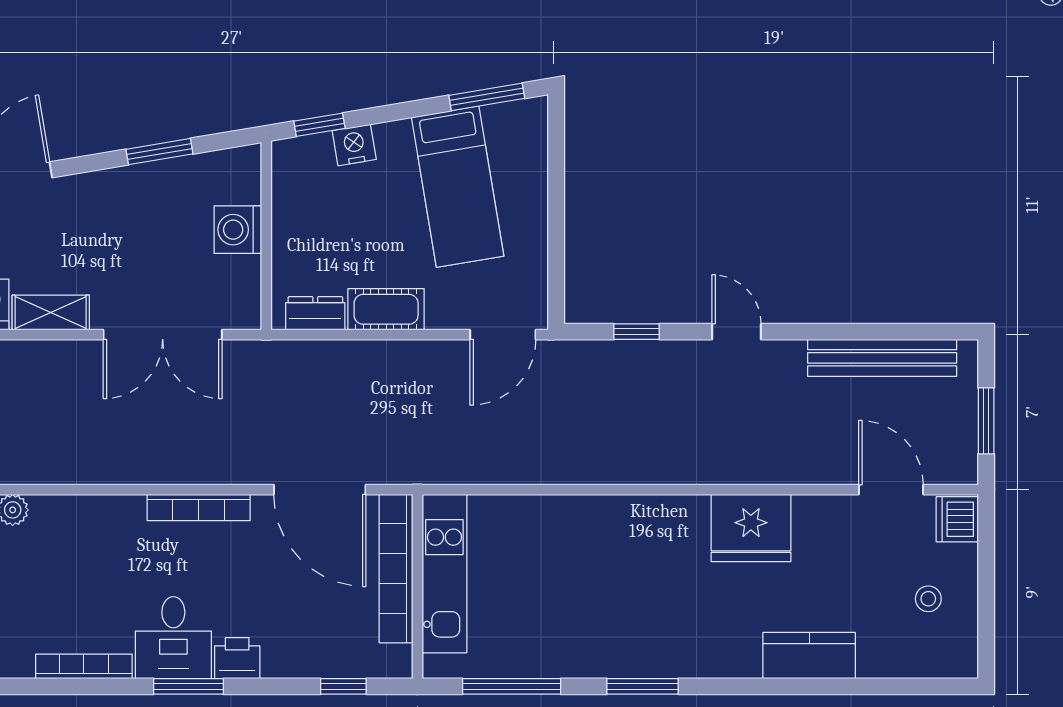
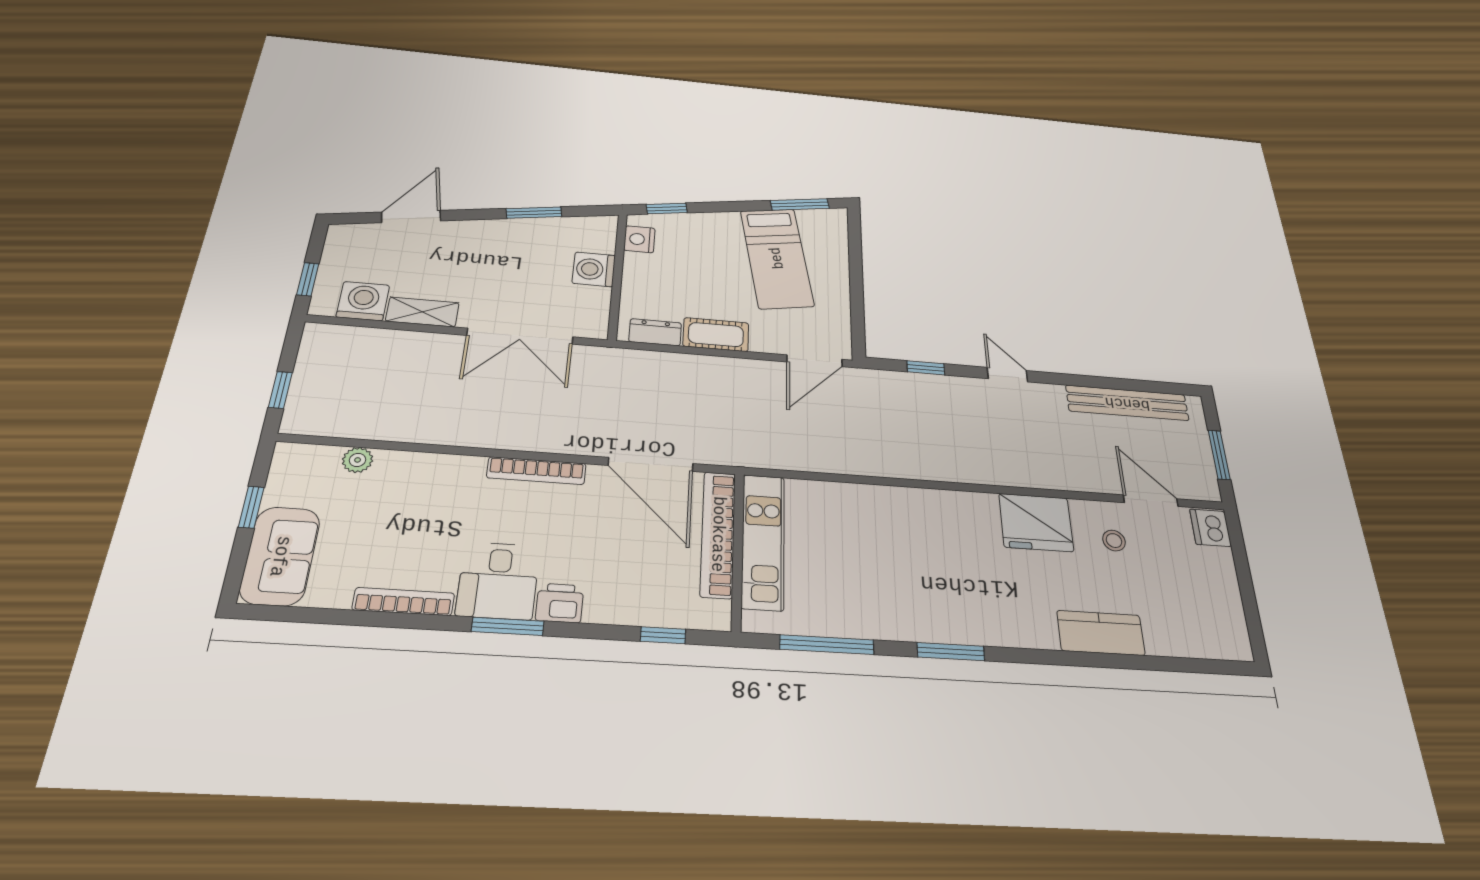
nightstand: (354, 145) -> (639, 239), moved, turned -81
stool: (928, 599) -> (1114, 541), moved

